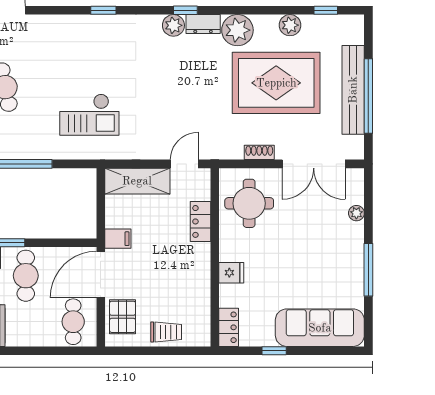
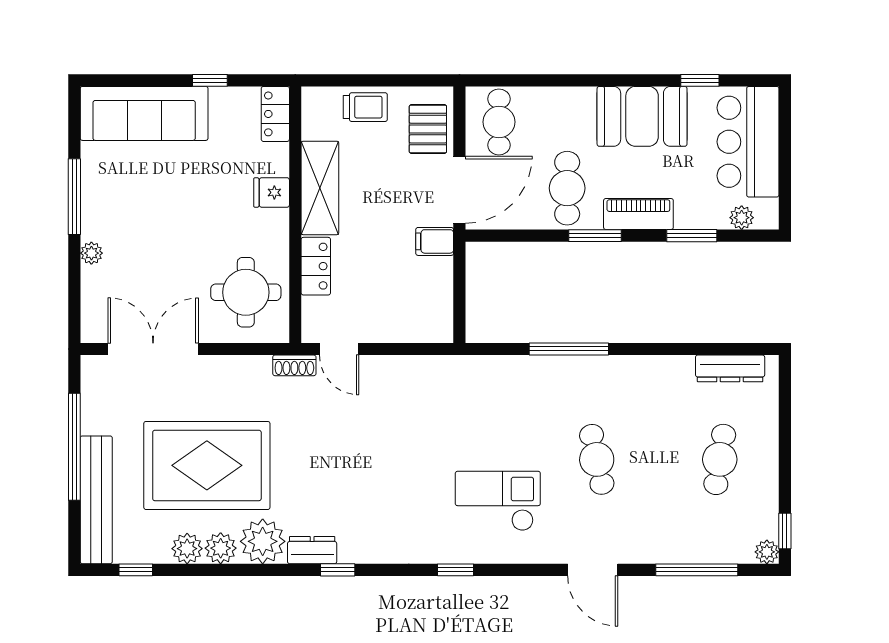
plant: (173, 25) -> (221, 548), moved
bench: (353, 90) -> (96, 500), moved
checkout: (89, 115) -> (498, 501), moved
shoe rack: (259, 152) -> (294, 365), moved
door: (184, 164) -> (339, 349), hinge flipped
shelving: (137, 181) -> (320, 188), moved, turned 90
plant: (356, 213) -> (91, 253), moved
trolley: (166, 332) -> (365, 107), turned 180

